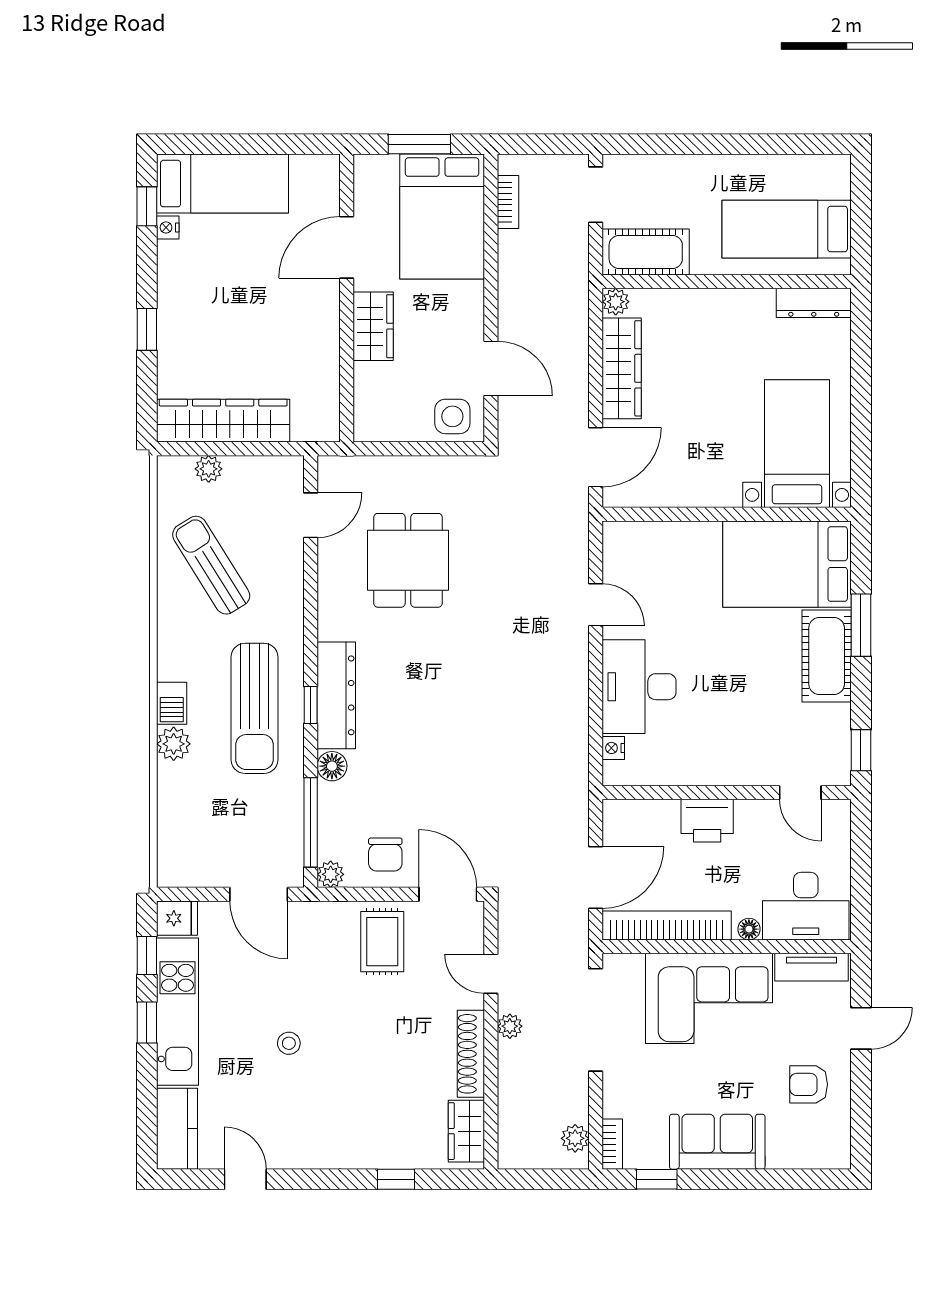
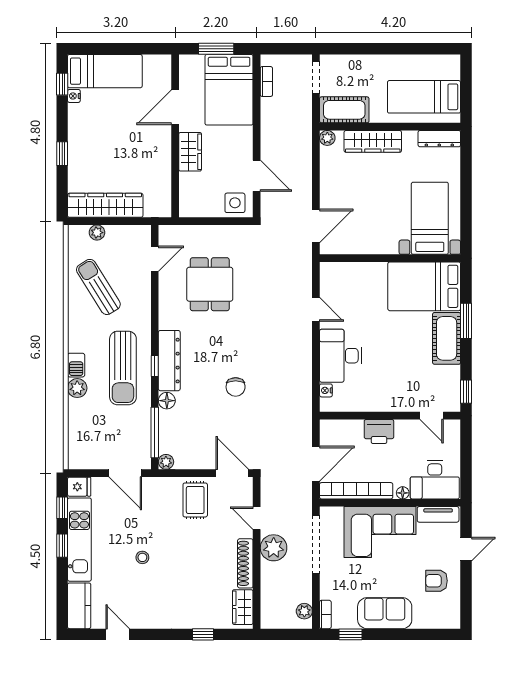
wardrobe: (622, 368) -> (373, 141), moved, turned 90
chair: (385, 855) -> (236, 387), moved
plant: (510, 1026) -> (274, 548), width x1.87, depth x1.87

